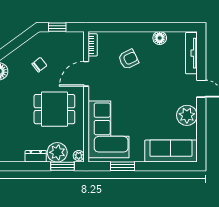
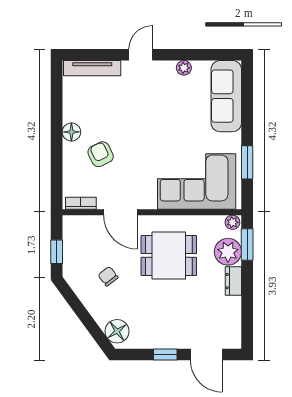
floor lamp: (160, 38) -> (71, 132), moved
dining table: (54, 109) -> (169, 255), turned 90
plant: (187, 115) -> (184, 68), width x0.53, depth x0.53

